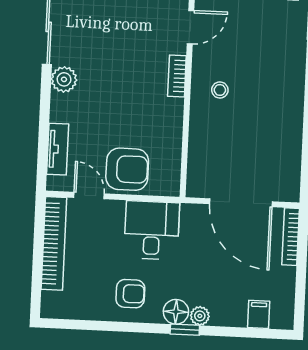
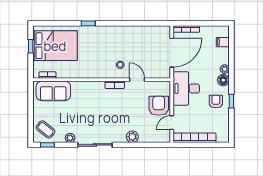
door: (191, 27) -> (137, 80), moved
plant: (64, 79) -> (132, 137), moved
tv unit: (58, 149) -> (151, 138), removed
desk: (152, 230) -> (186, 88), width x1.37
window: (185, 330) -> (231, 101), moved

